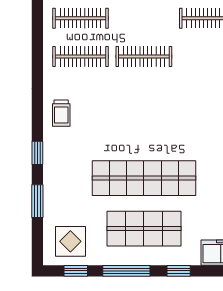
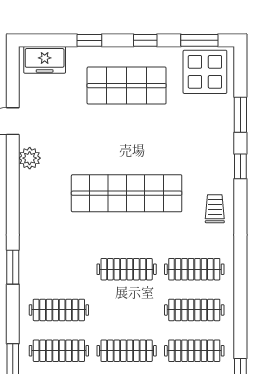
shop shelf: (144, 178) -> (127, 193), moved
display table: (70, 241) -> (205, 72), width x1.36, depth x1.36
window: (76, 271) -> (199, 40), width x1.50
window: (126, 271) -> (145, 40), width x0.46

